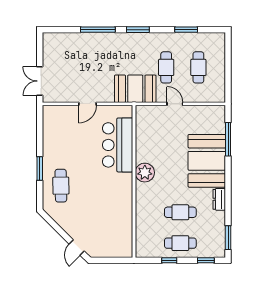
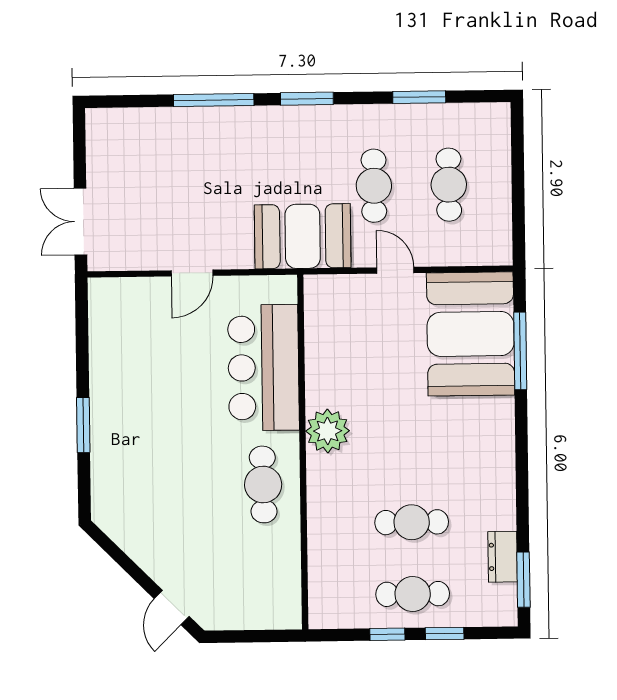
booth: (207, 161) -> (471, 334), moved
cafe table: (61, 186) -> (263, 484), moved
dresser: (219, 199) -> (503, 557), moved
window: (206, 260) -> (445, 634), moved

